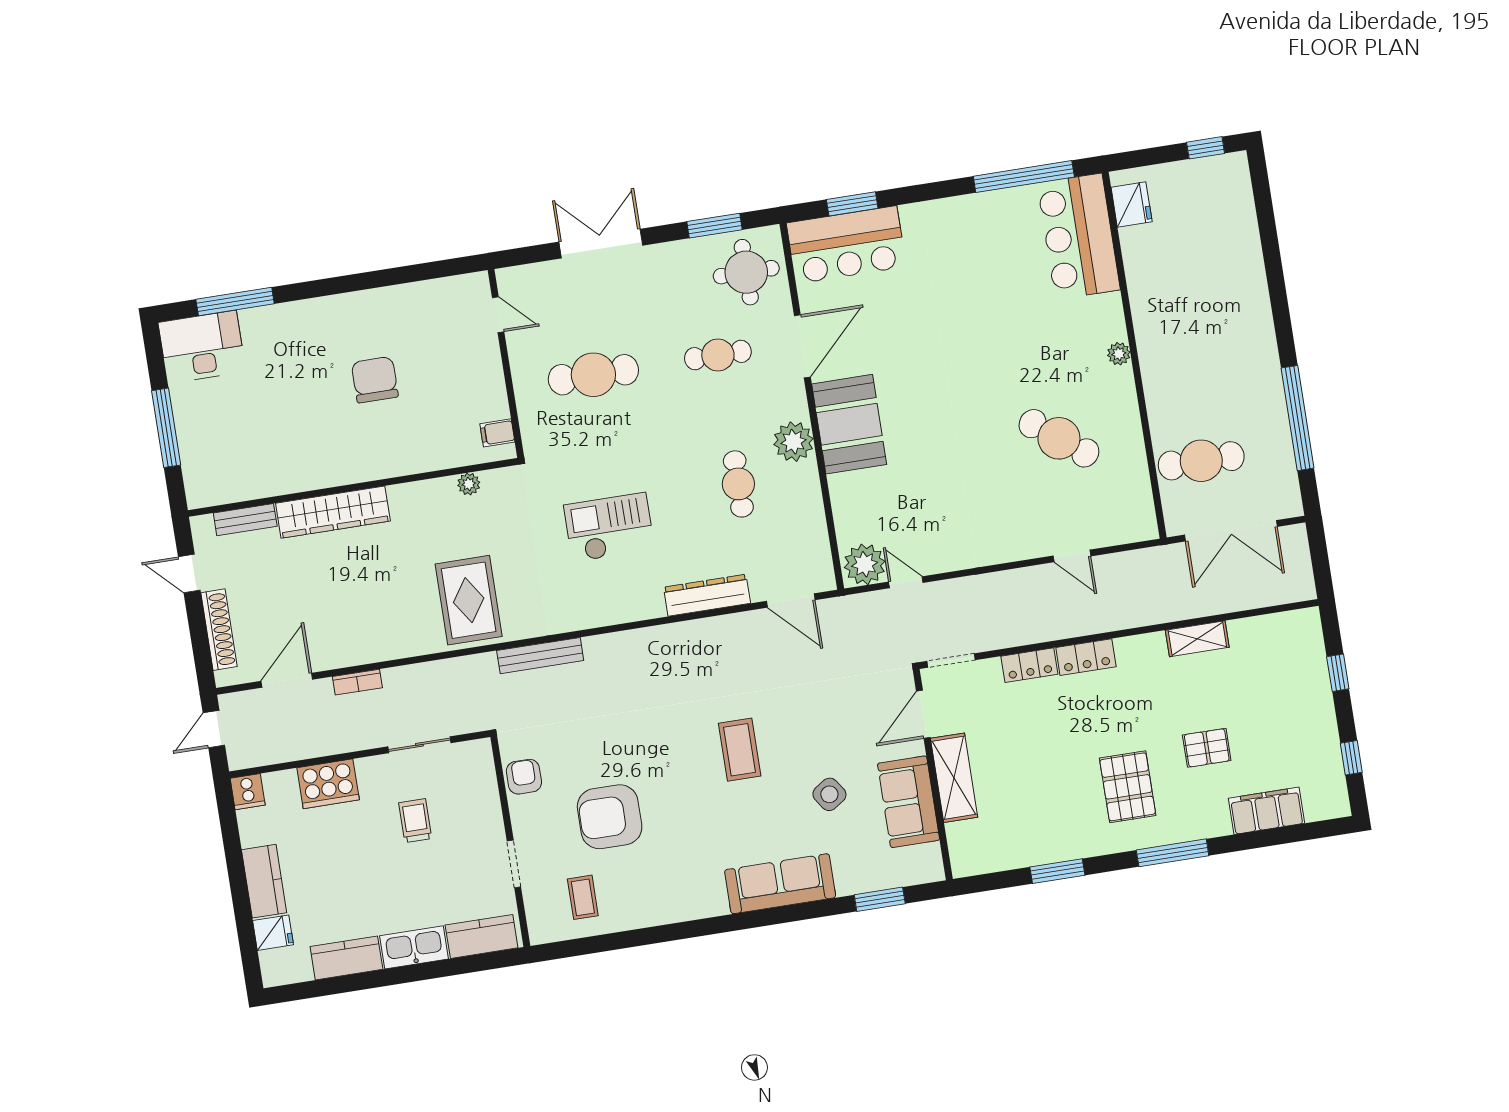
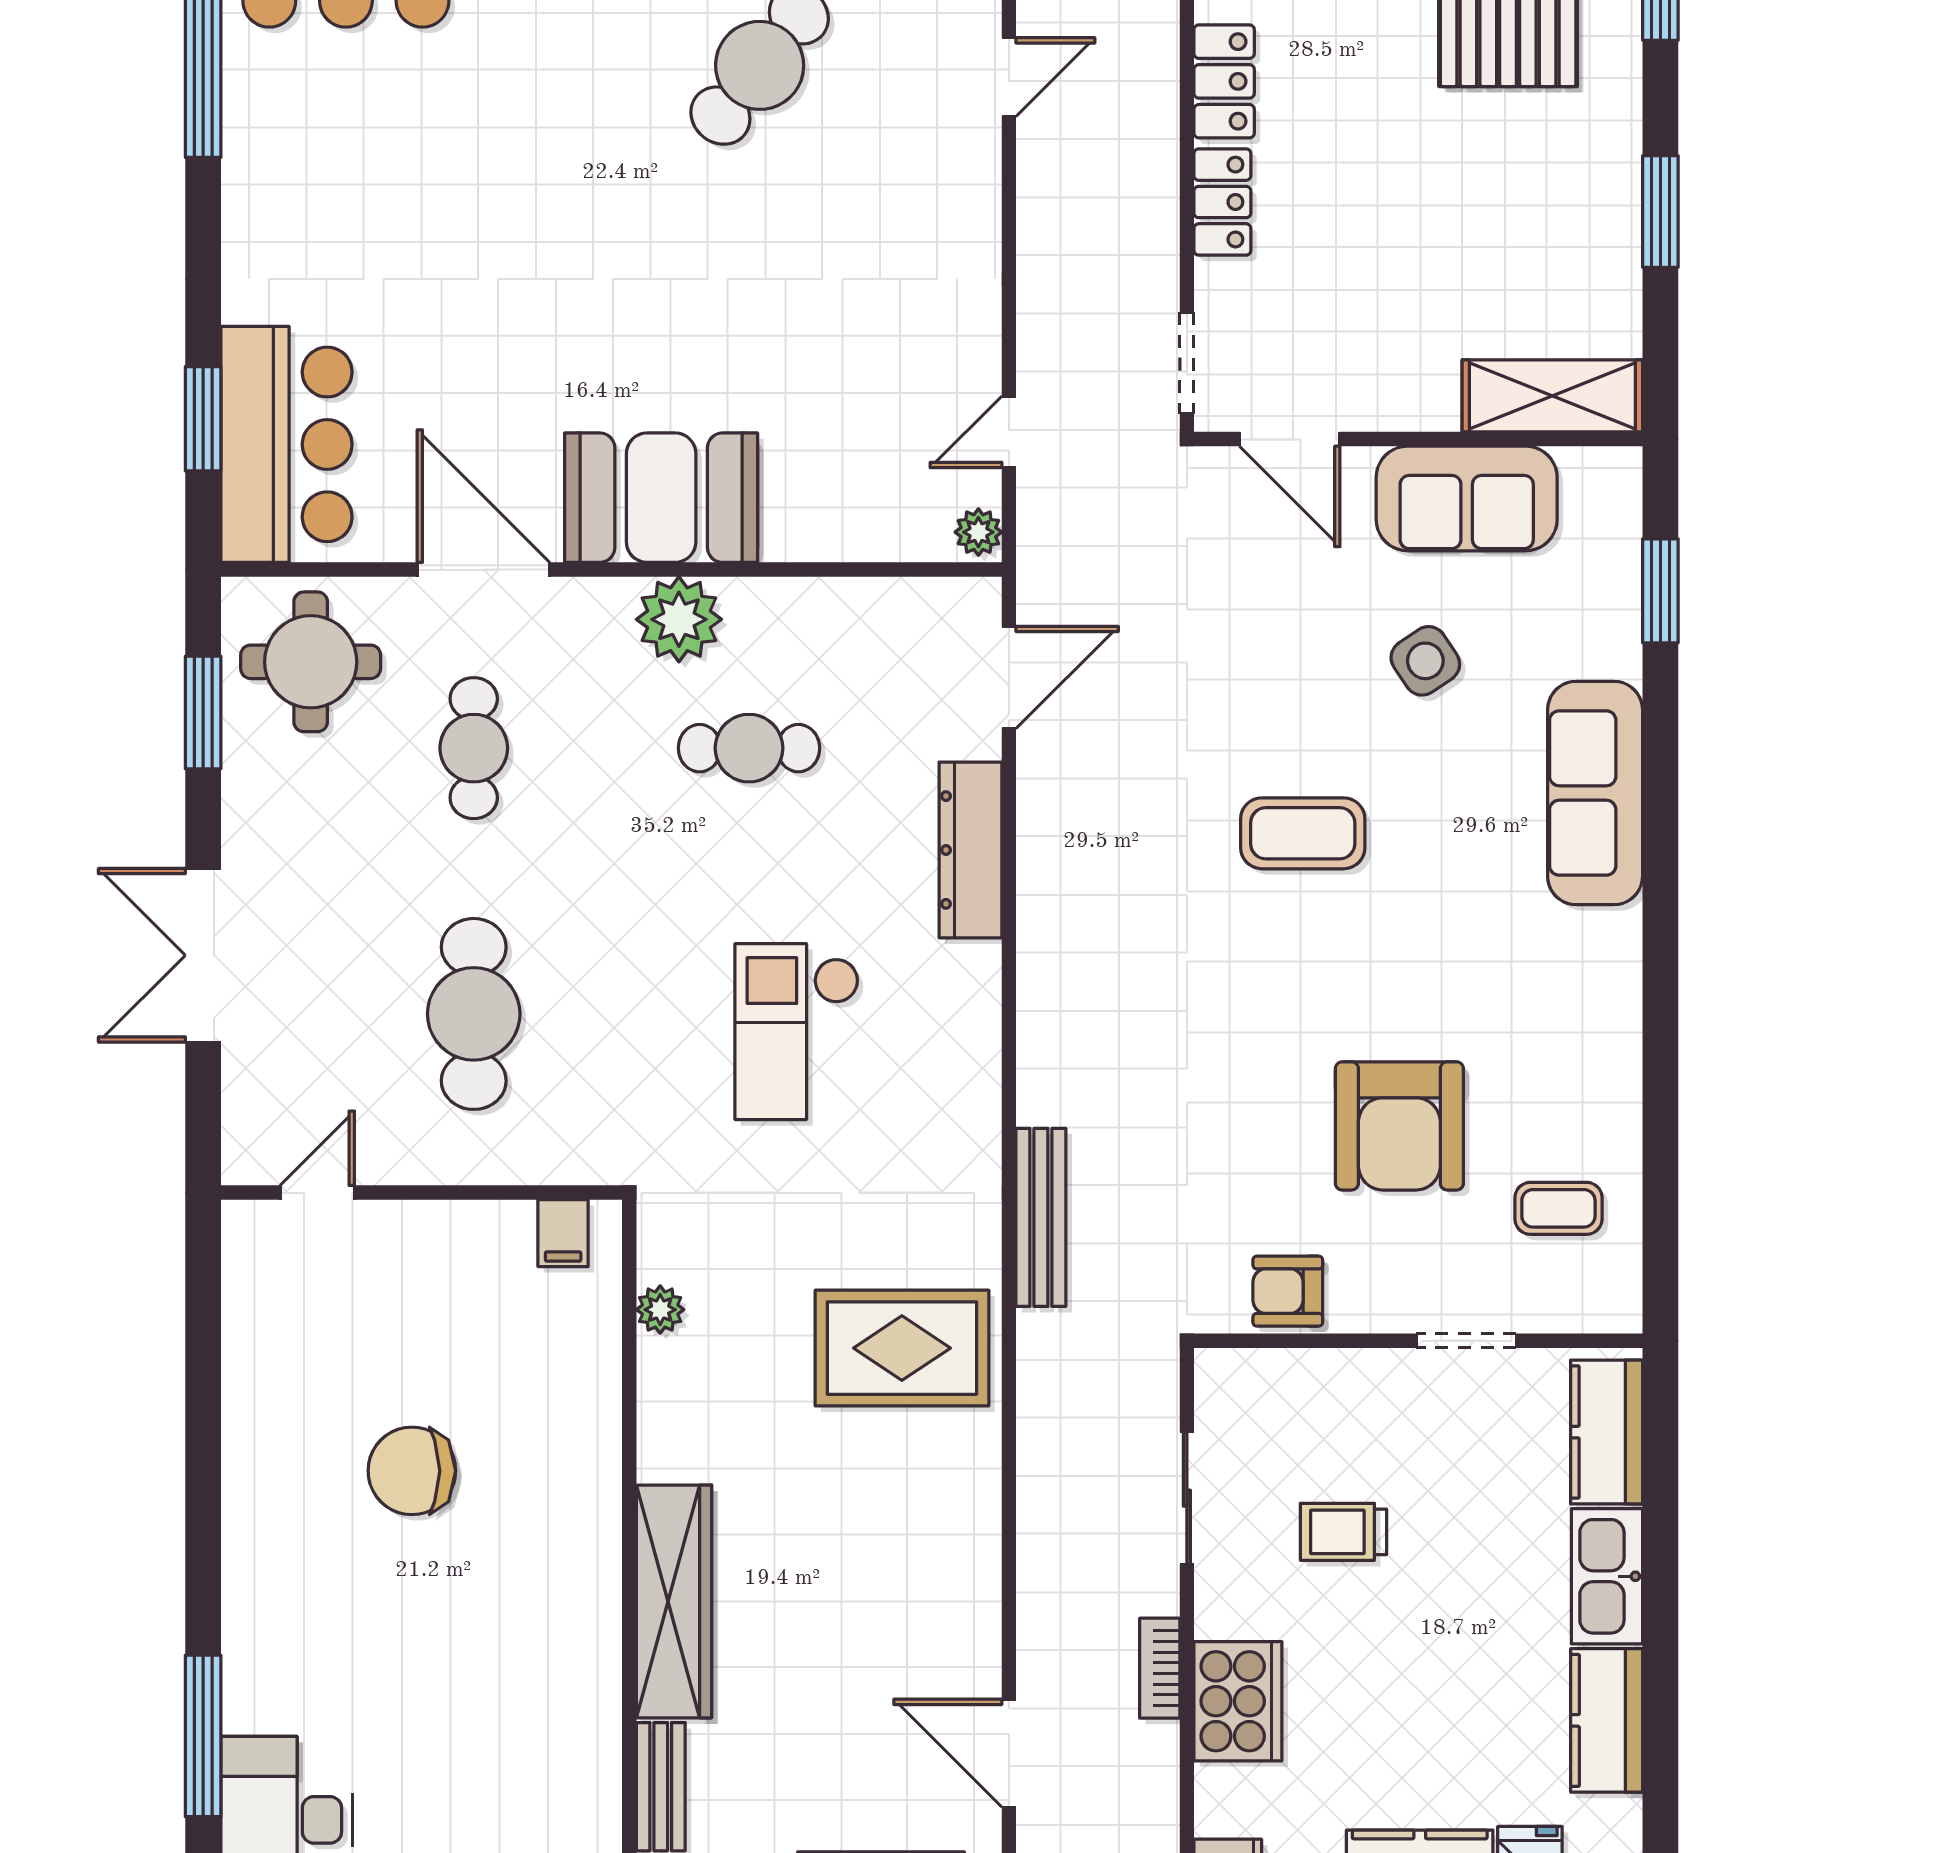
plant: (865, 564) -> (978, 532), width x0.53, depth x0.53
bookcase: (357, 682) -> (1160, 1668), moved, turned 180
shelving: (954, 778) -> (1552, 396), moved

